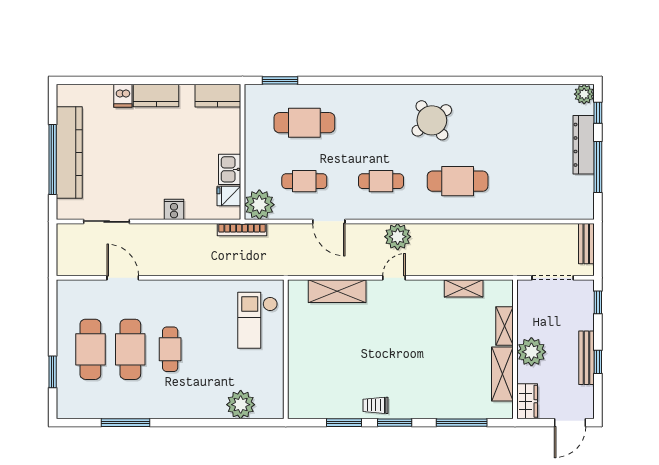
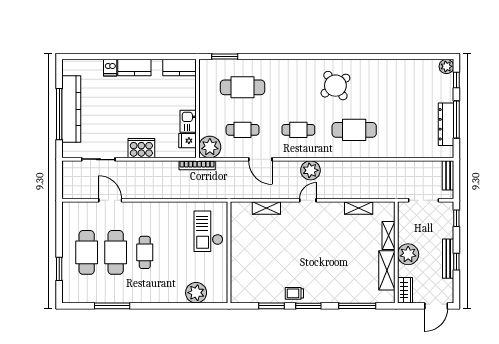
dresser: (584, 145) -> (446, 124), moved
cooker: (174, 209) -> (141, 148), width x1.87, depth x1.31
shelving: (337, 291) -> (266, 208), width x0.67, depth x0.75

